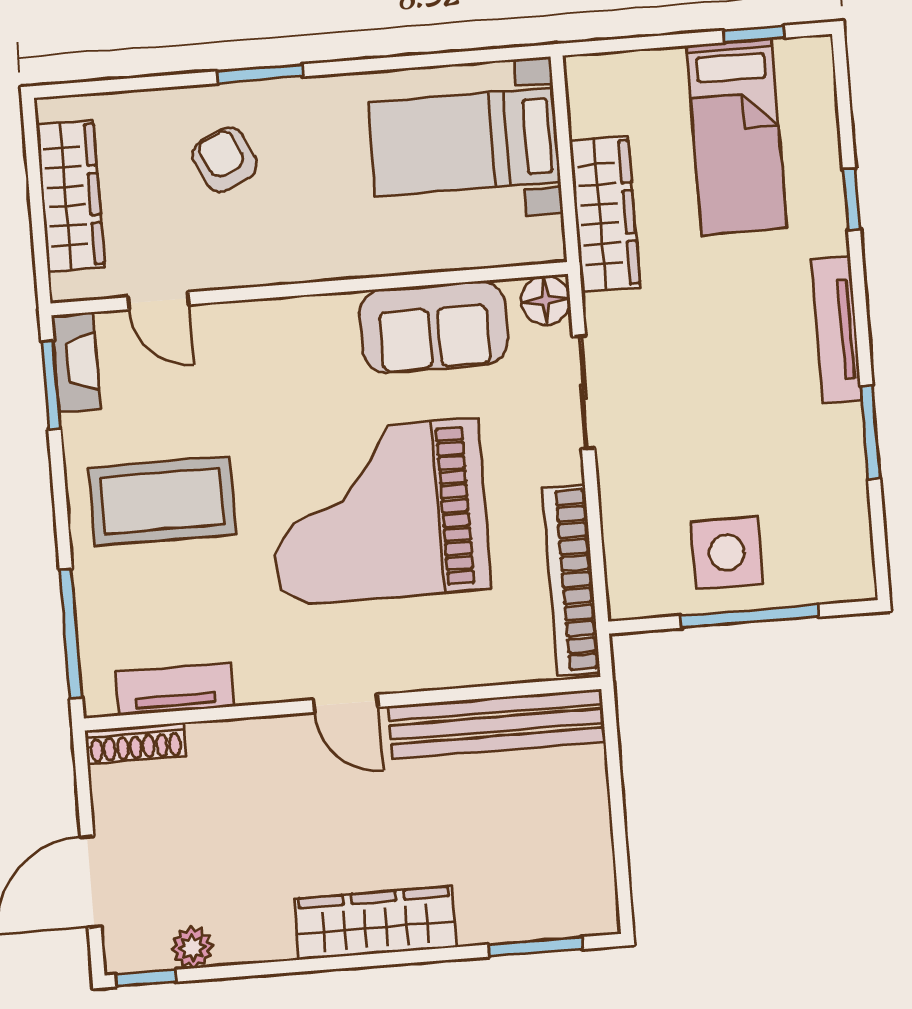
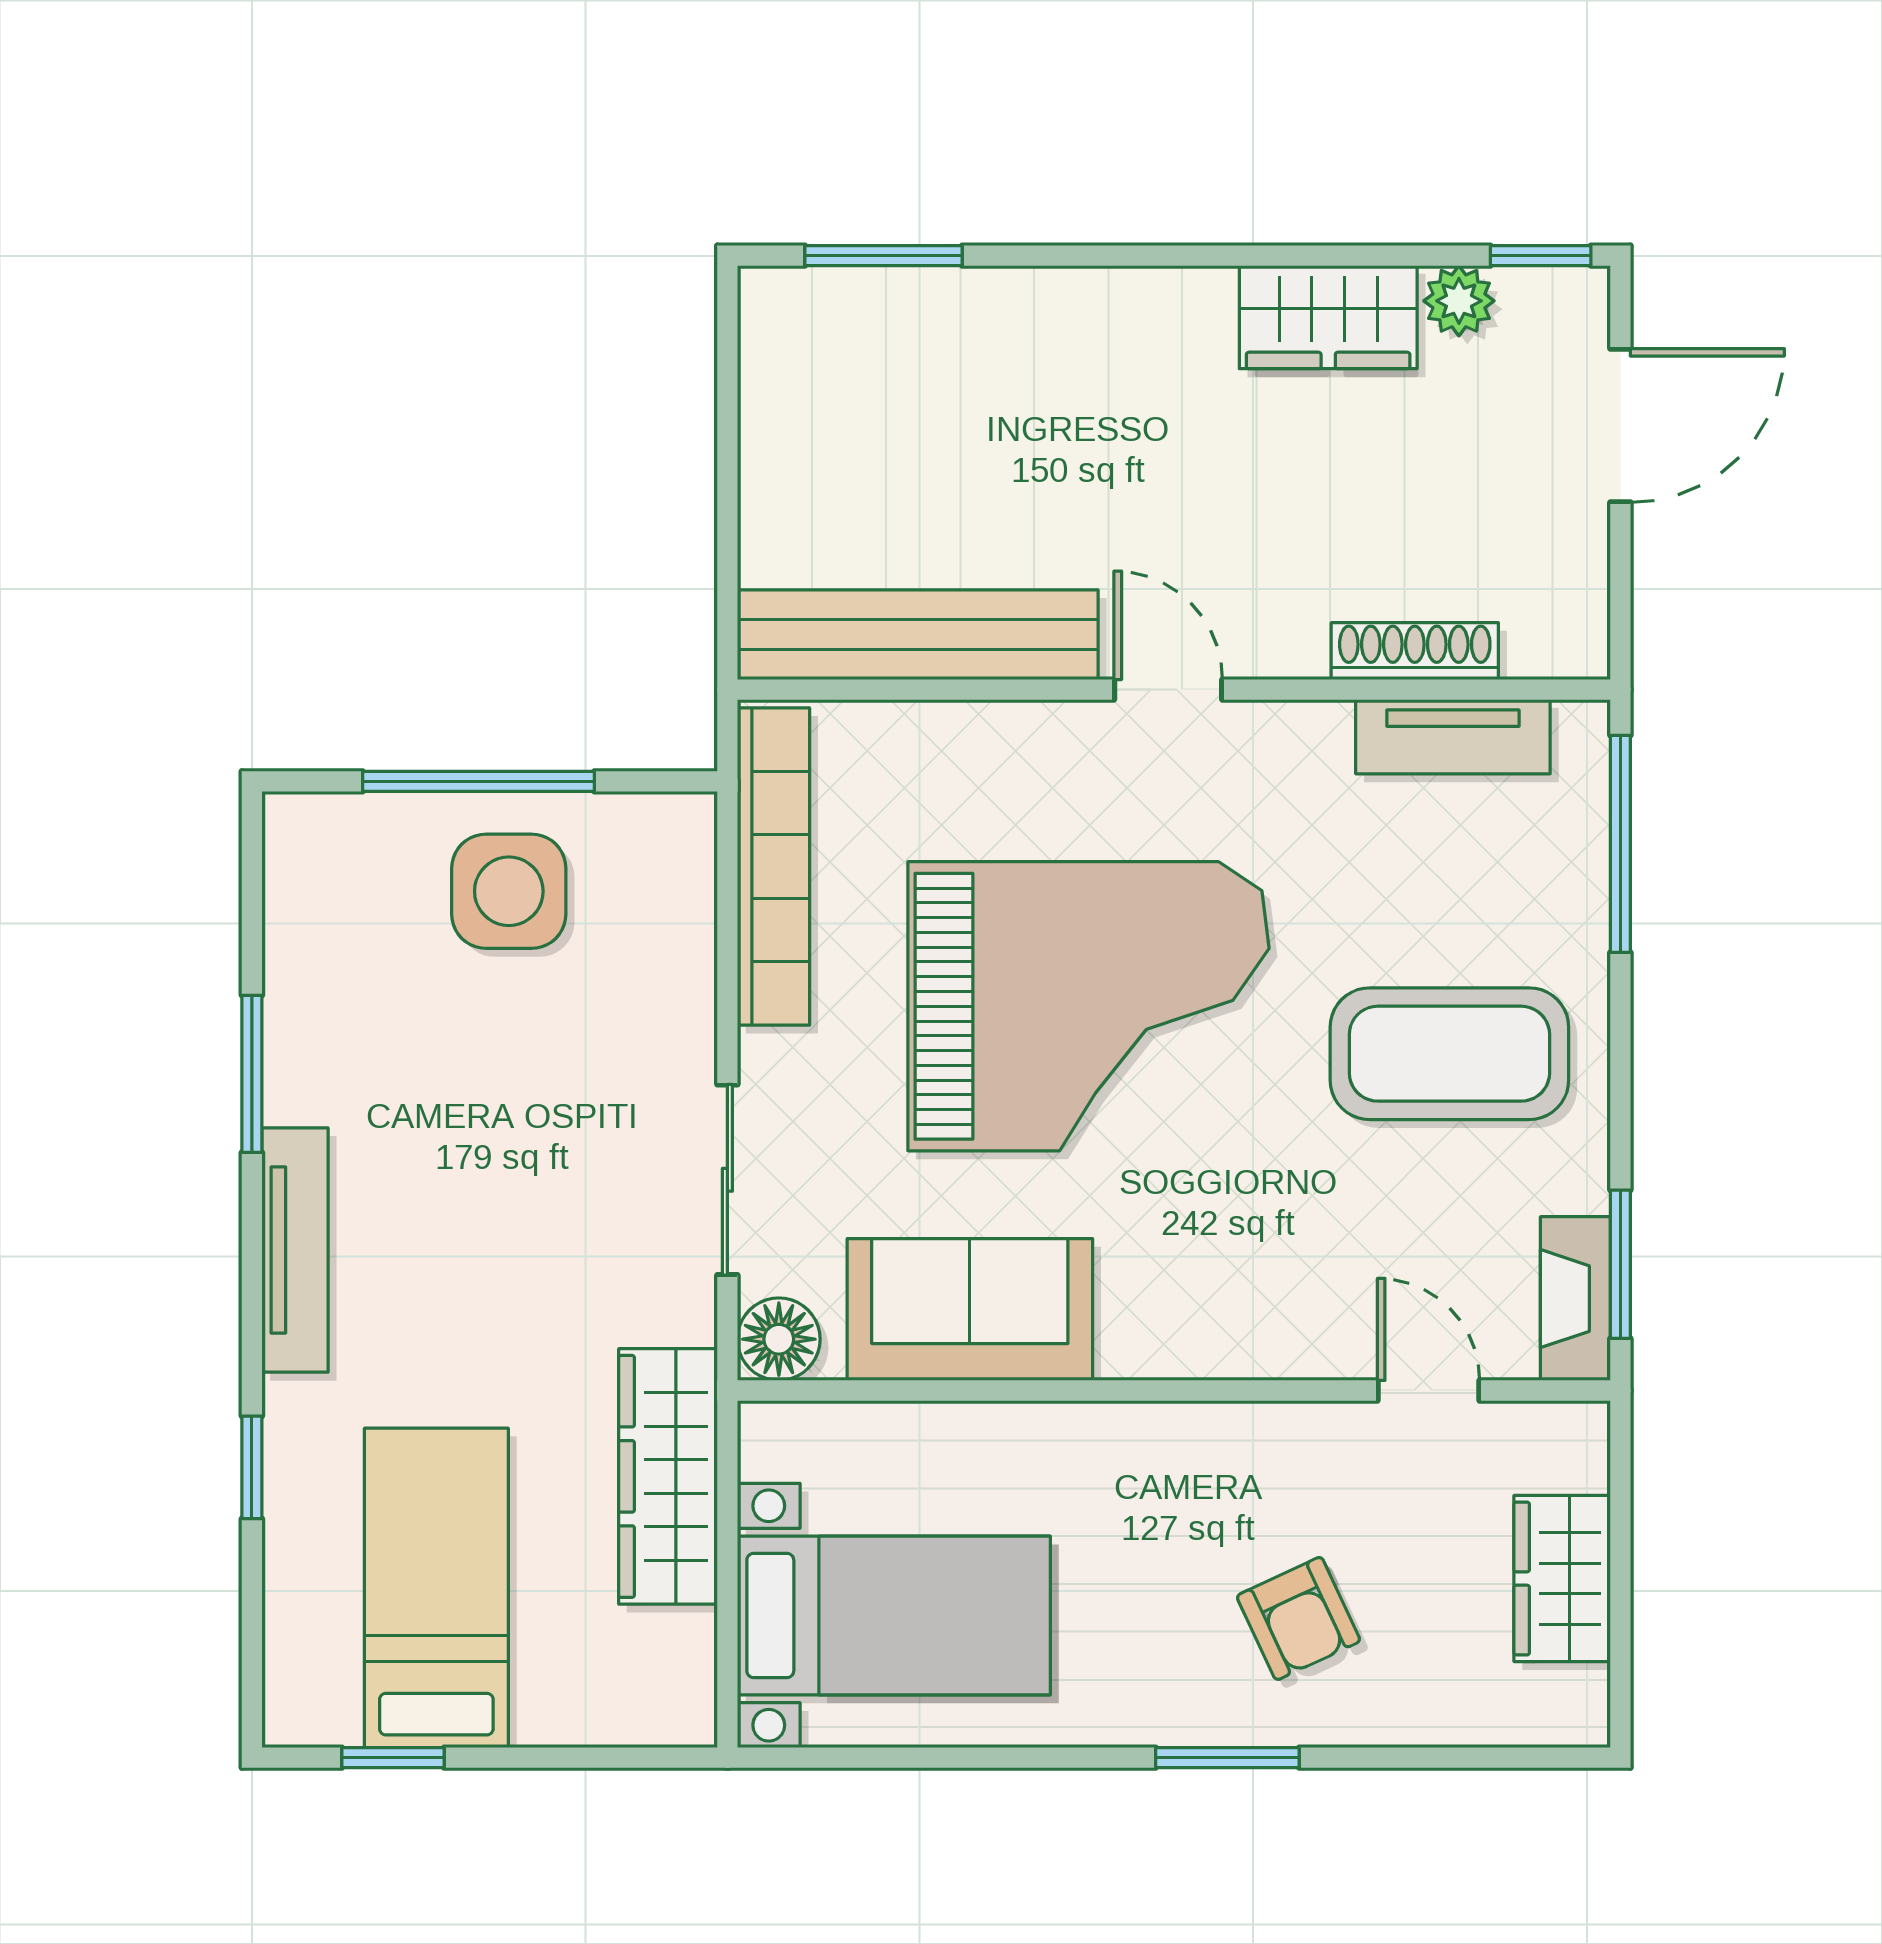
wardrobe: (70, 196) -> (1562, 1578), width x0.67
shoe rack: (136, 743) -> (1415, 651), moved
wardrobe: (375, 923) -> (1328, 317), moved, width x0.67

